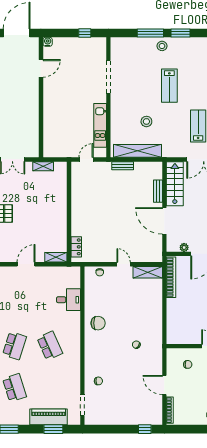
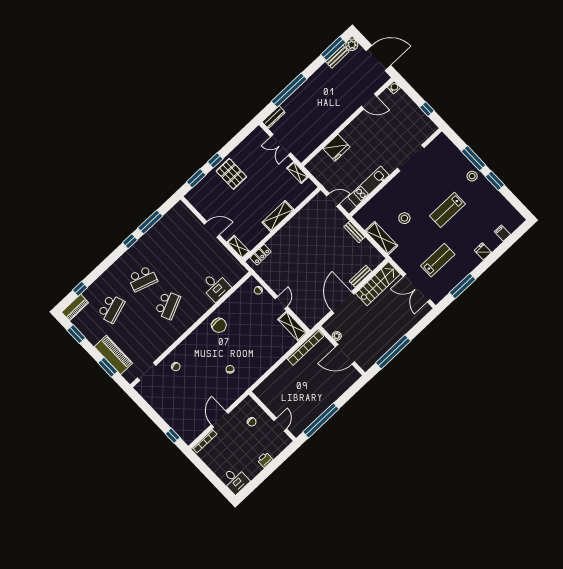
fridge: (52, 122) -> (336, 148), added
shelving: (138, 151) -> (381, 238), width x0.68
shelving: (61, 209) -> (278, 216), added

